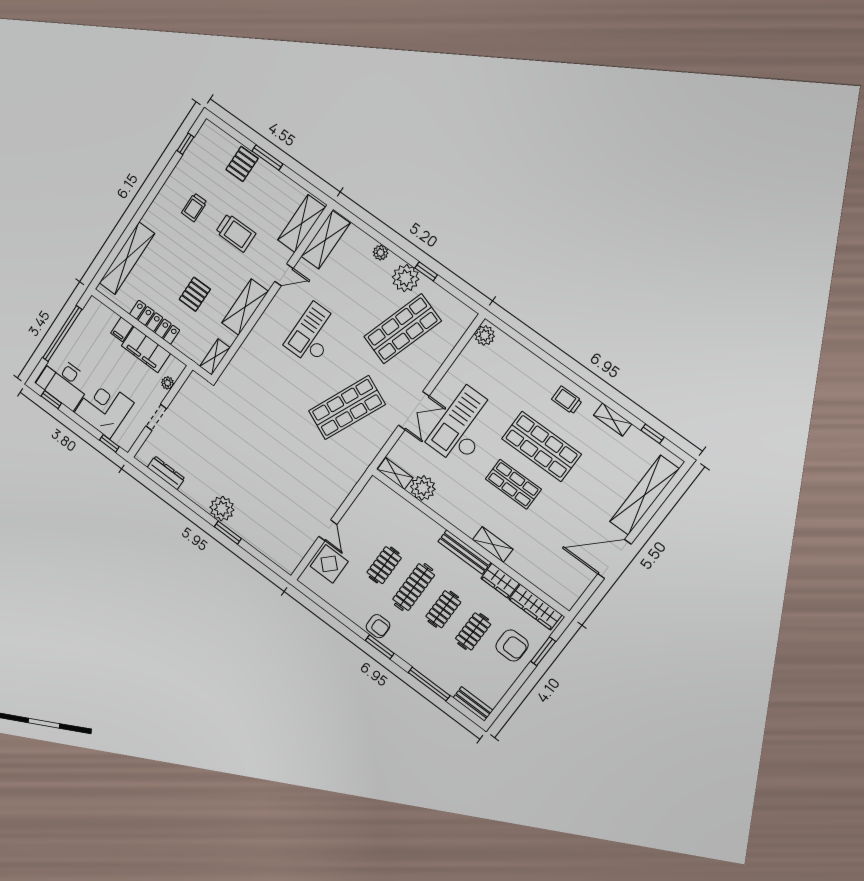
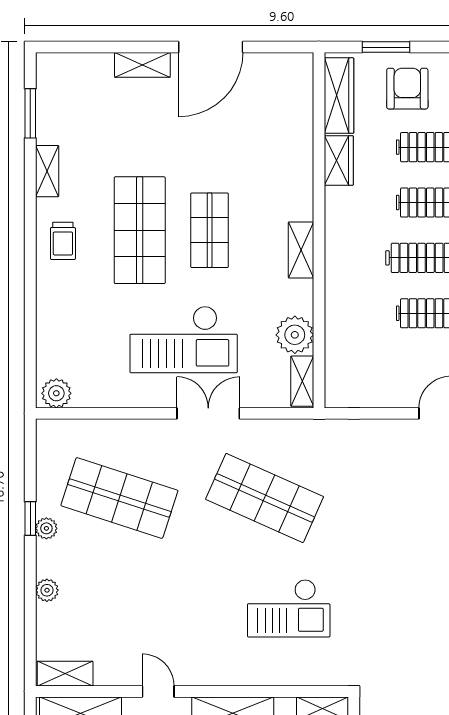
shelving: (326, 240) -> (65, 674), width x0.67, depth x0.75
plant: (406, 278) -> (46, 528), width x0.53, depth x0.53
checkout: (313, 334) -> (289, 608), moved
window: (653, 434) -> (30, 113), width x1.50
shelving: (644, 495) -> (142, 65), width x0.45, depth x0.75
shelving: (493, 544) -> (301, 250), moved
bench: (464, 552) -> (336, 228), removed
door: (615, 559) -> (211, 47), hinge flipped

